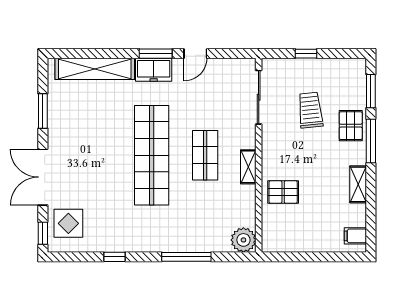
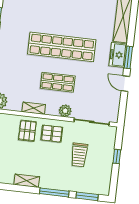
trolley: (310, 110) -> (79, 155), turned 96
pallet: (351, 126) -> (52, 134), moved
plant: (247, 139) -> (65, 111), added
shelving: (248, 167) -> (34, 108), moved

